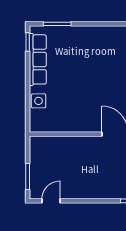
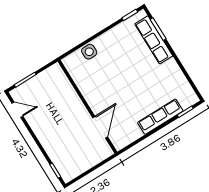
row of seats: (38, 59) -> (154, 40), moved, turned 90

